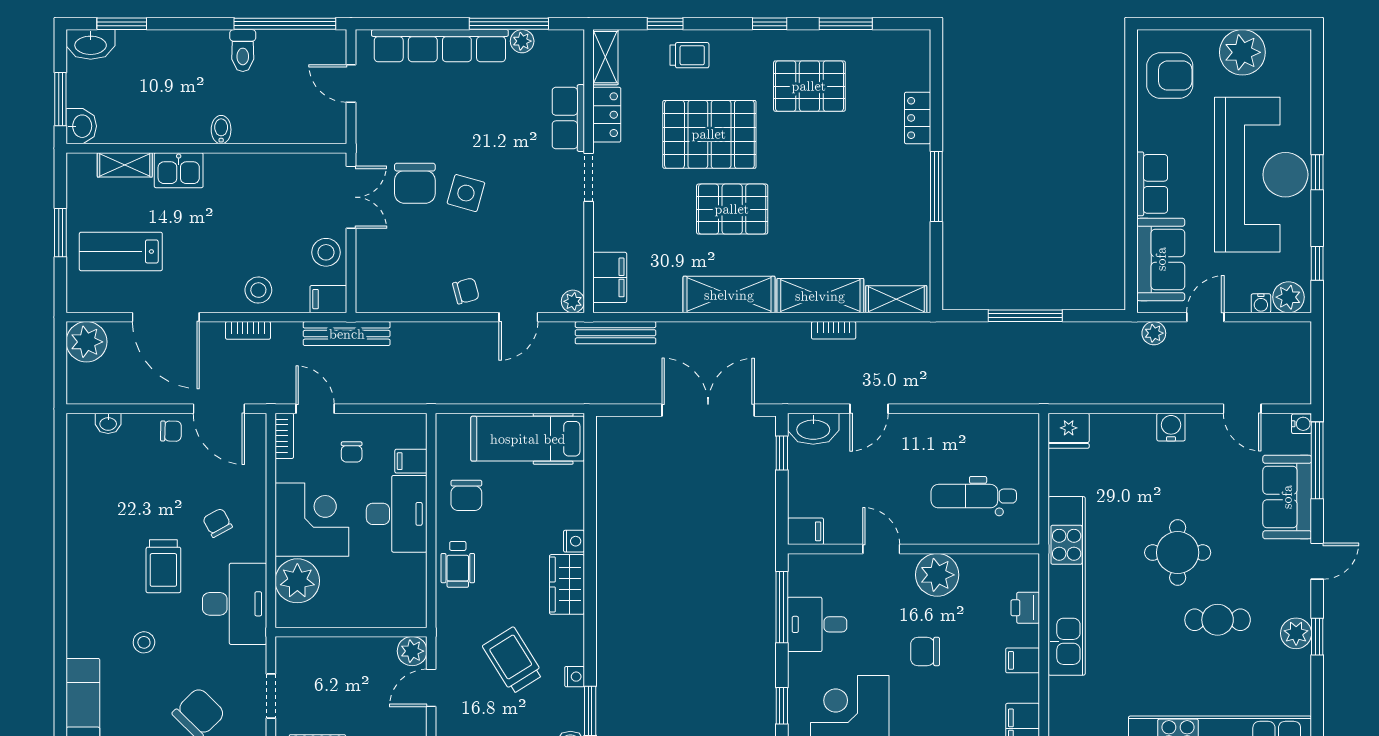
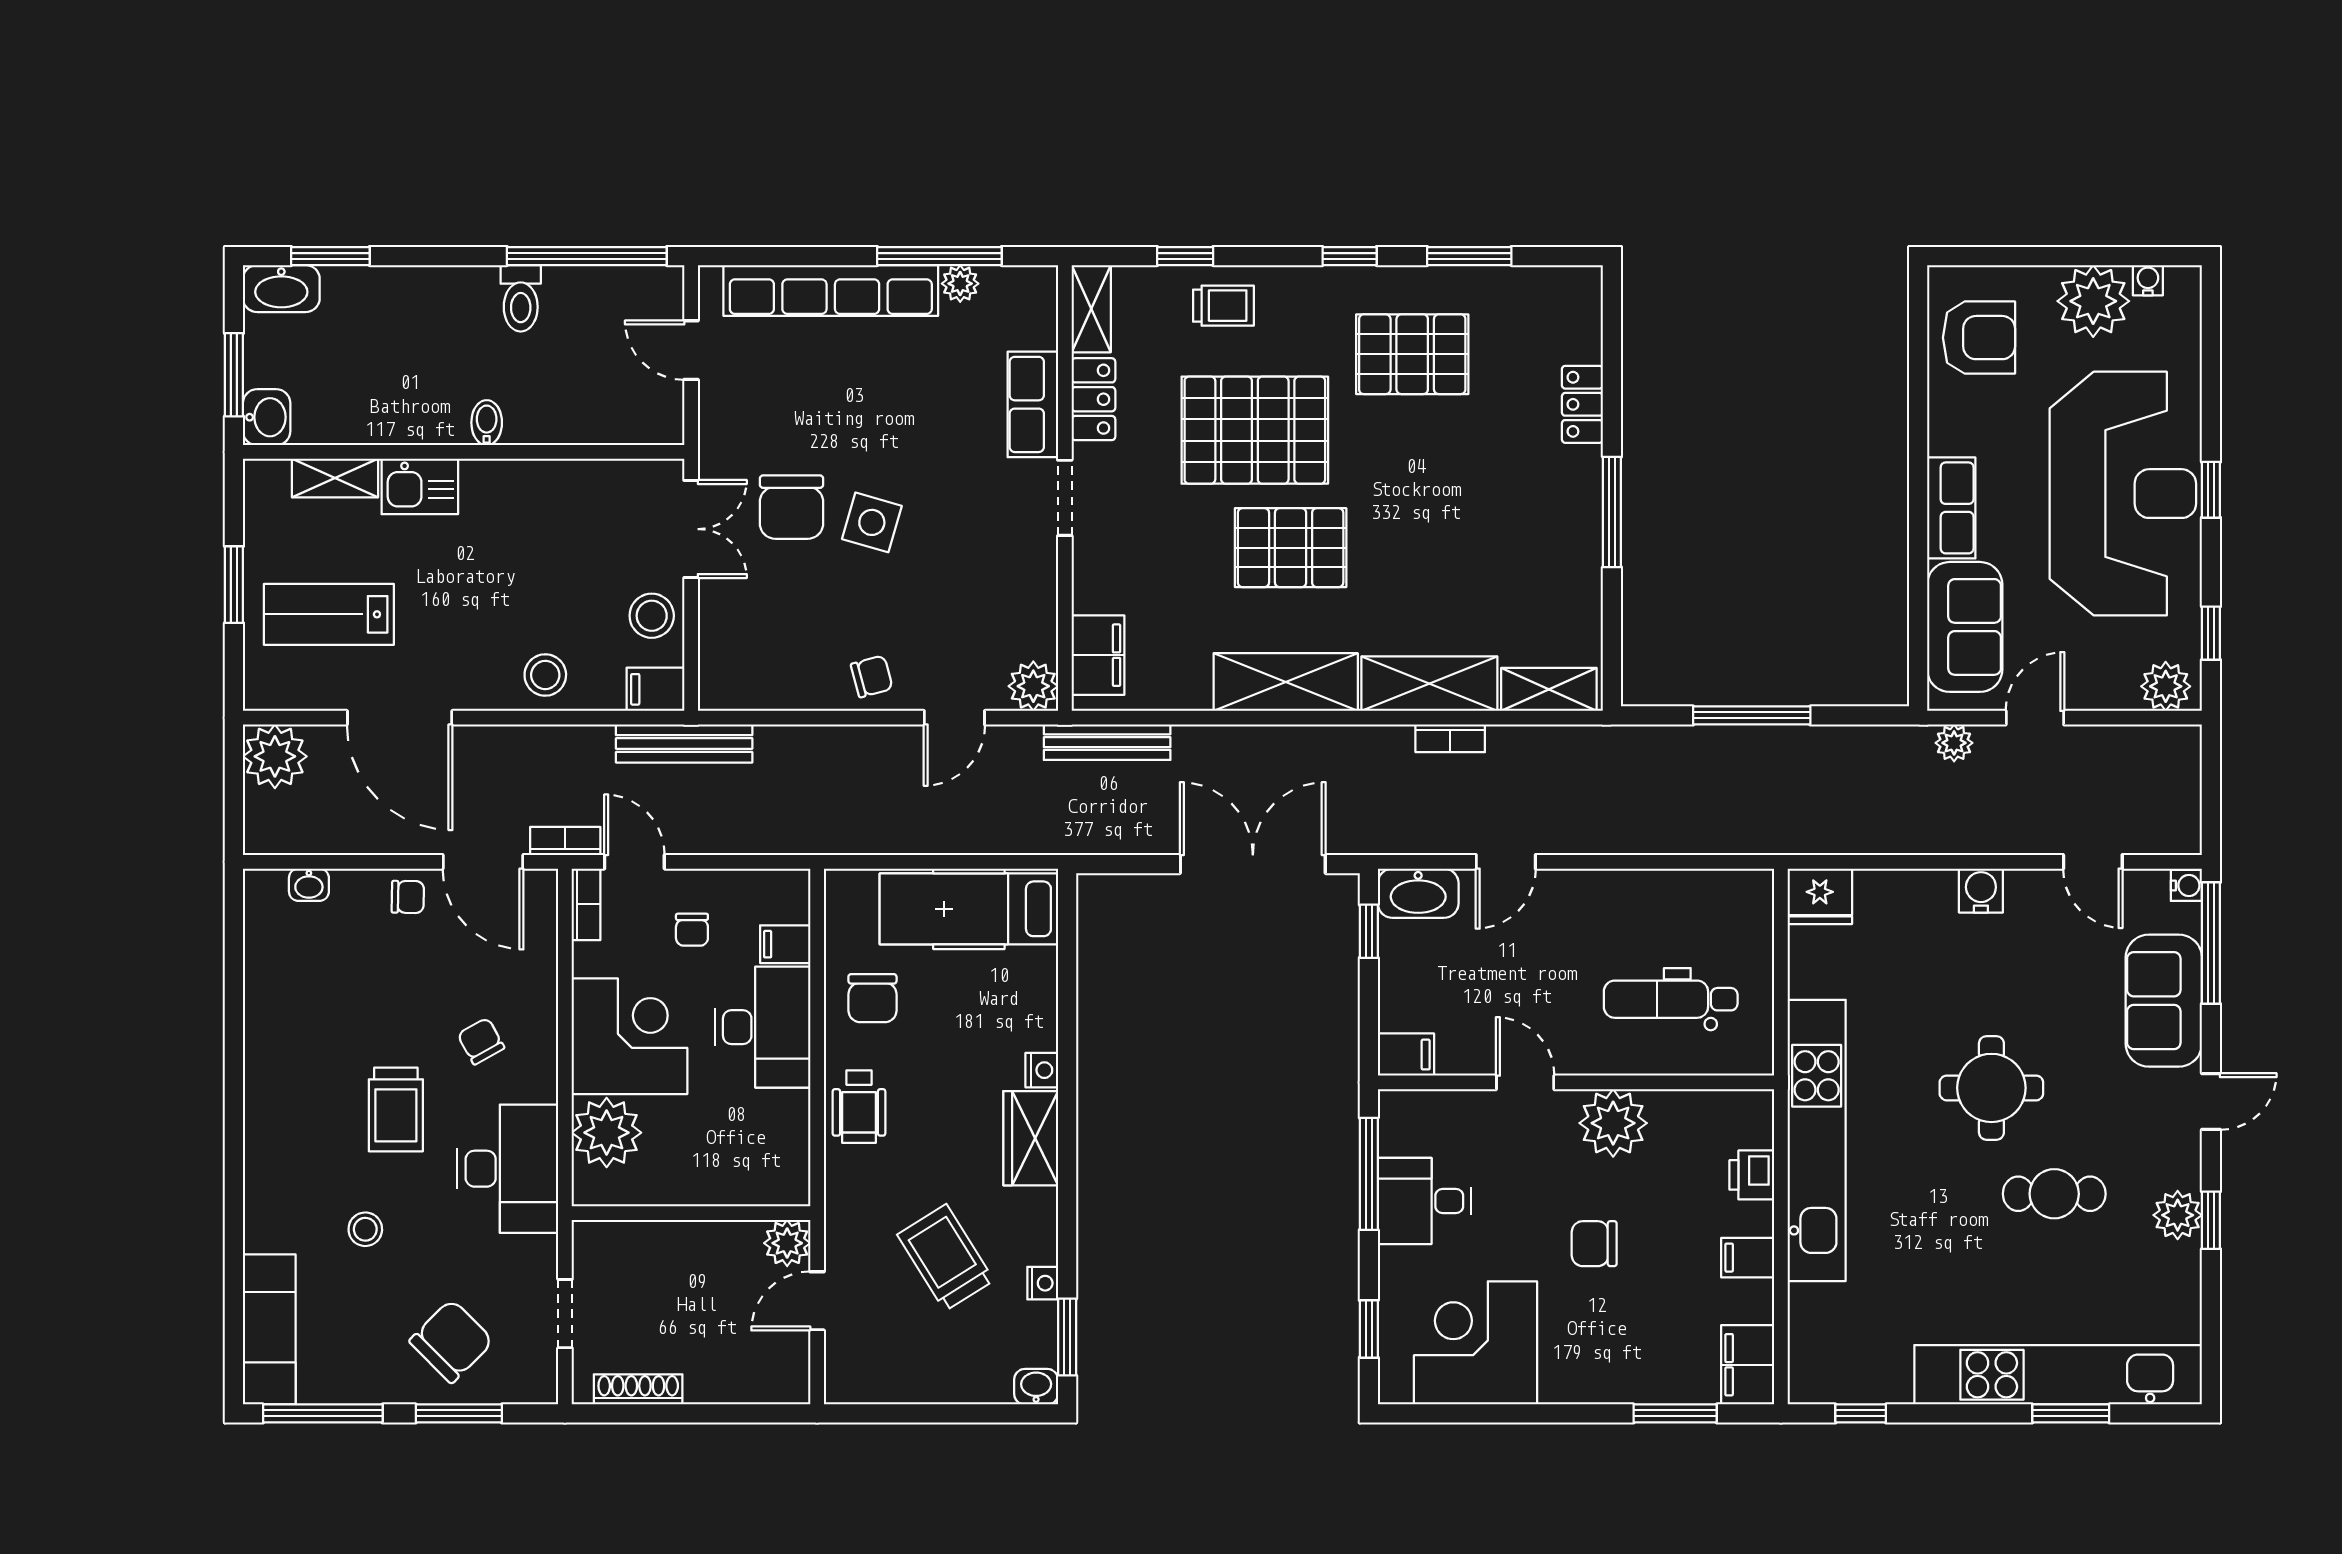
plant: (573, 301) -> (1033, 686), width x1.38, depth x1.38
water cooler: (1261, 303) -> (2148, 280), moved, turned 180
bookcase: (248, 330) -> (565, 841), moved, turned 180

